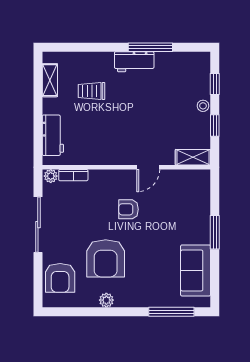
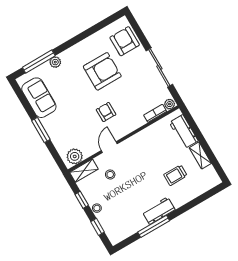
shelving: (50, 80) -> (200, 156), moved
trolley: (91, 91) -> (175, 175), turned 180
stool: (165, 135) -> (110, 174), added
plant: (194, 180) -> (75, 156), added
armchair: (128, 209) -> (106, 112), turned -90
armchair: (106, 258) -> (102, 71), turned 90
plant: (106, 300) -> (55, 62), moved

